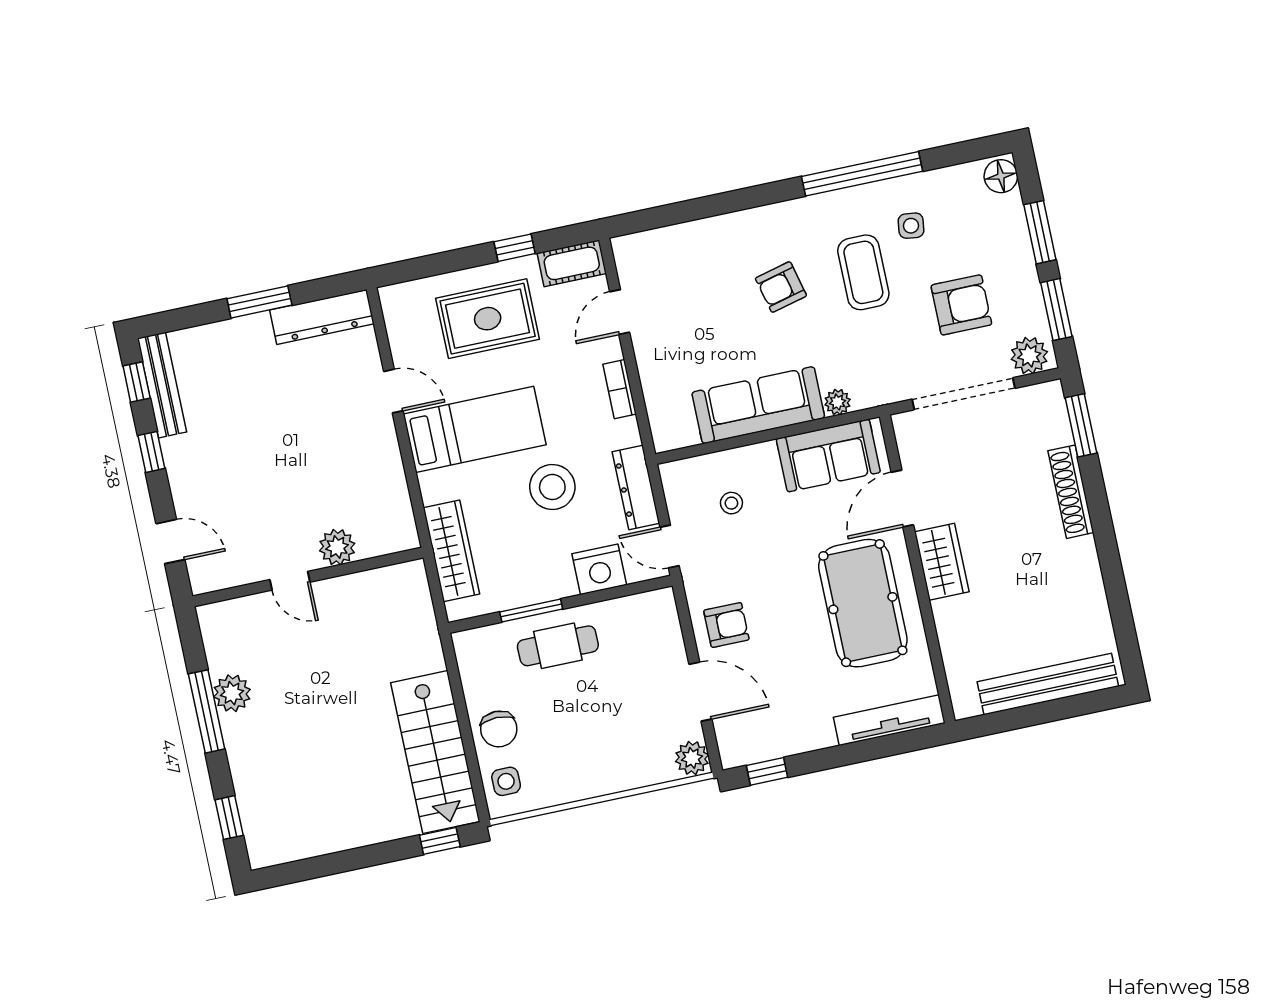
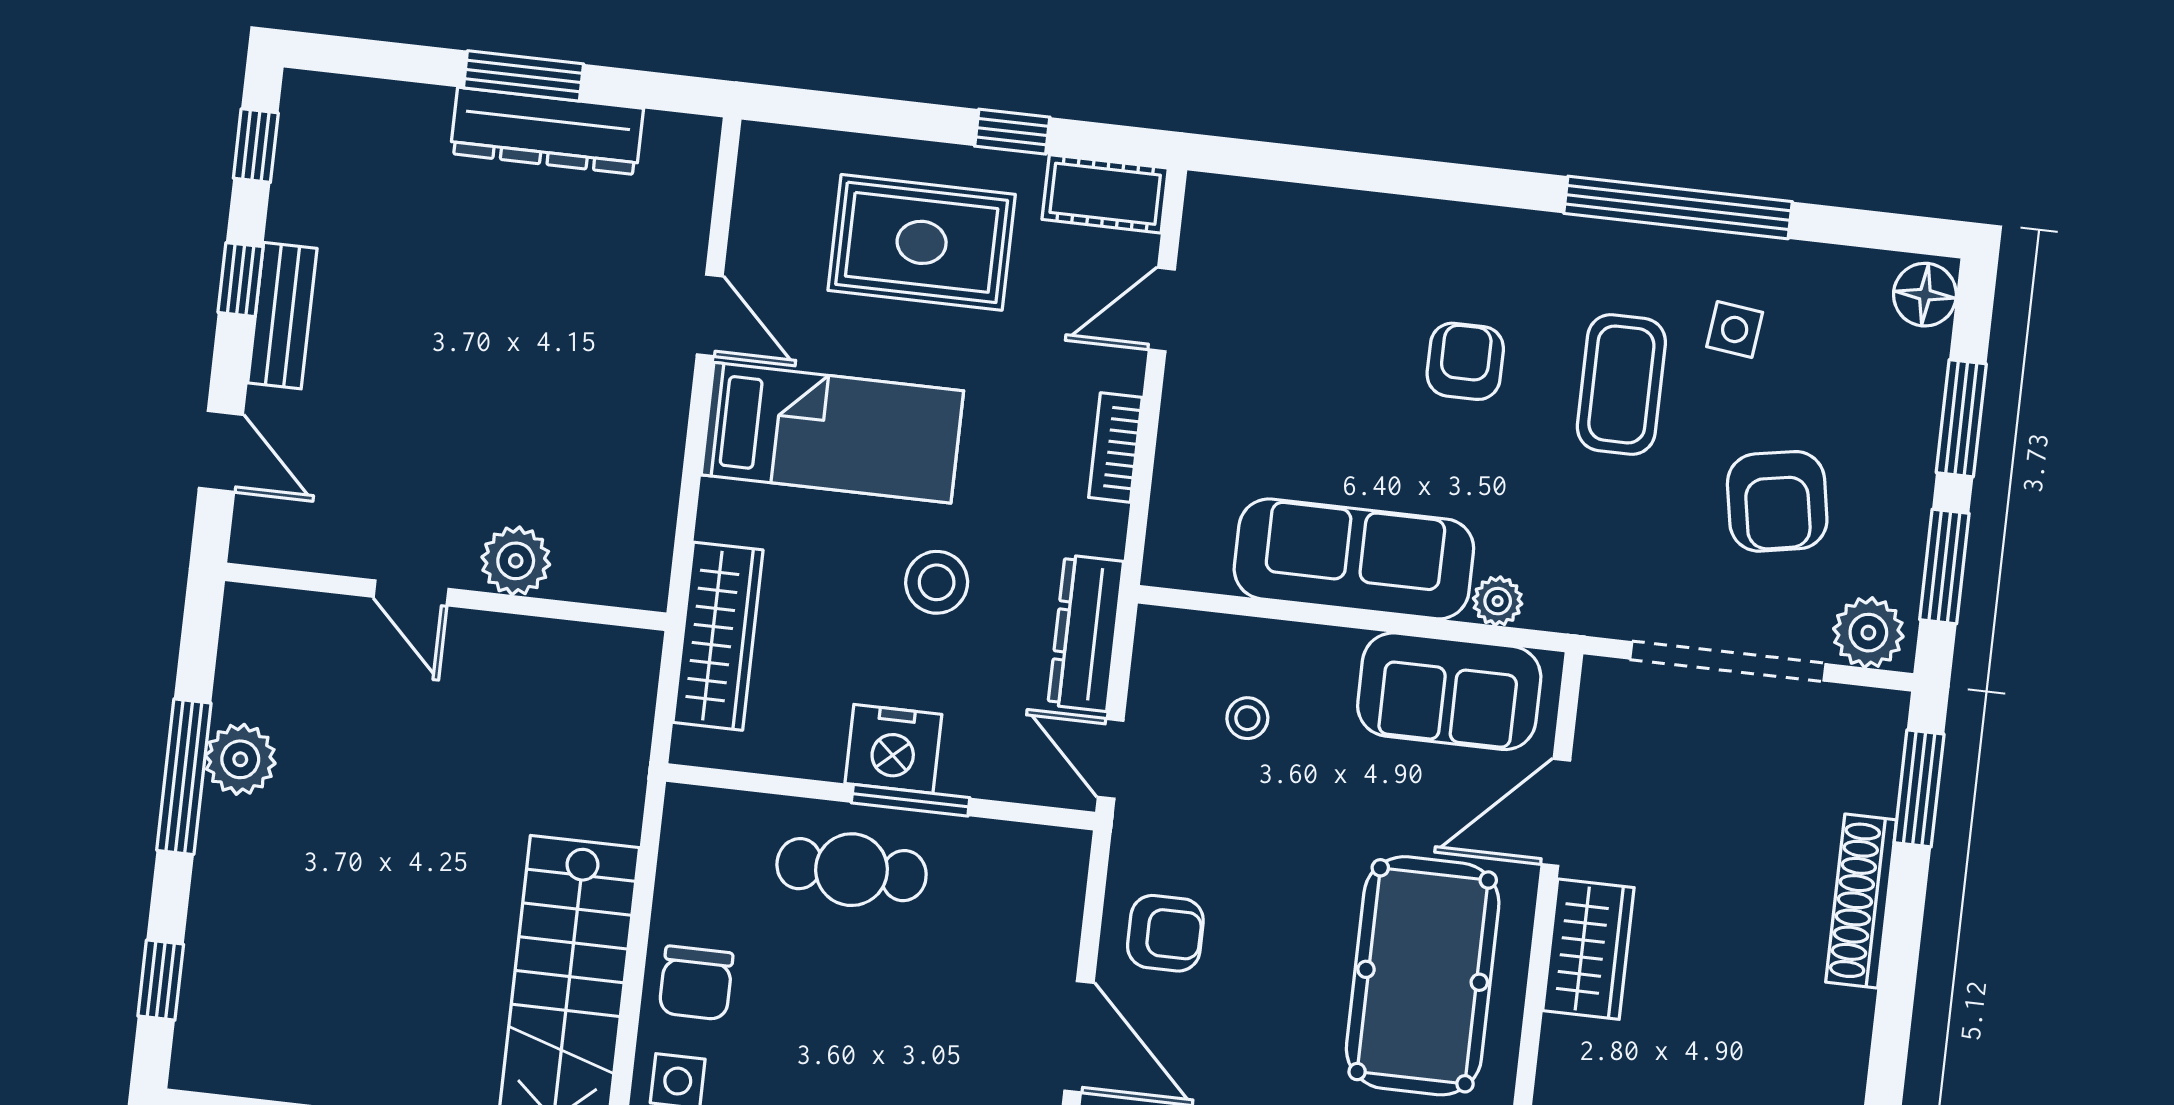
armchair: (781, 287) -> (1465, 361), turned 104
armchair: (961, 305) -> (1777, 501), turned 80
dresser: (322, 317) -> (547, 131), moved
bench: (162, 385) -> (282, 316), moved, width x0.73
stool: (552, 487) -> (937, 582), width x0.73, depth x0.73
nightstand: (599, 569) -> (893, 749), moved
window: (531, 610) -> (911, 800), moved

